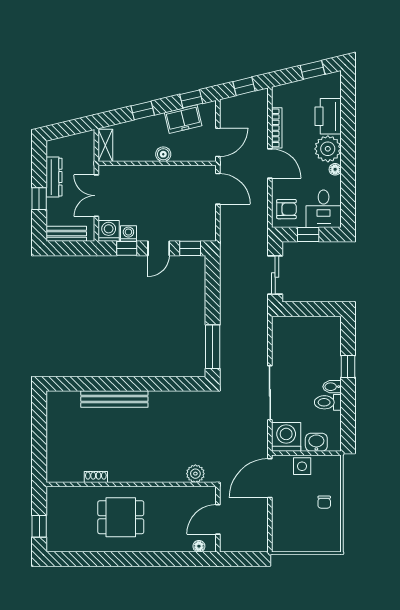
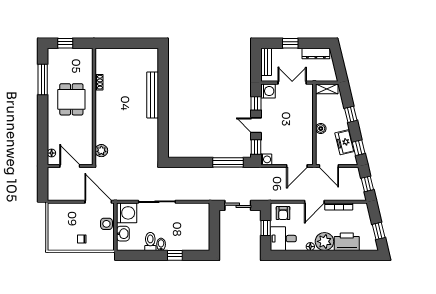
dresser: (54, 177) -> (316, 53), moved
washing machine: (128, 234) -> (266, 159), moved
window: (213, 347) -> (228, 162), moved
window: (92, 559) -> (43, 80), added

